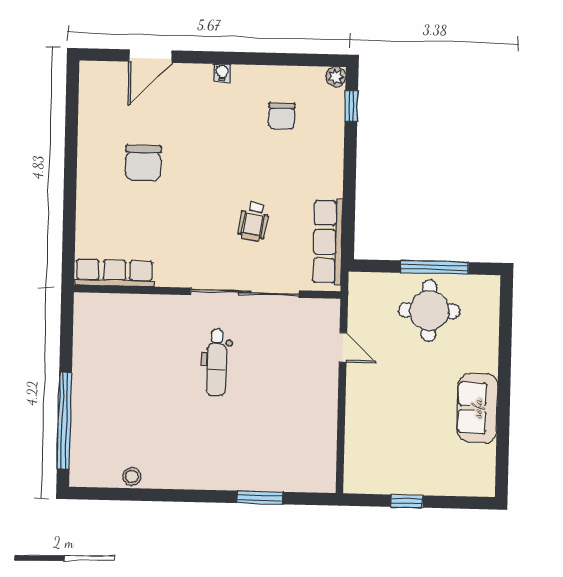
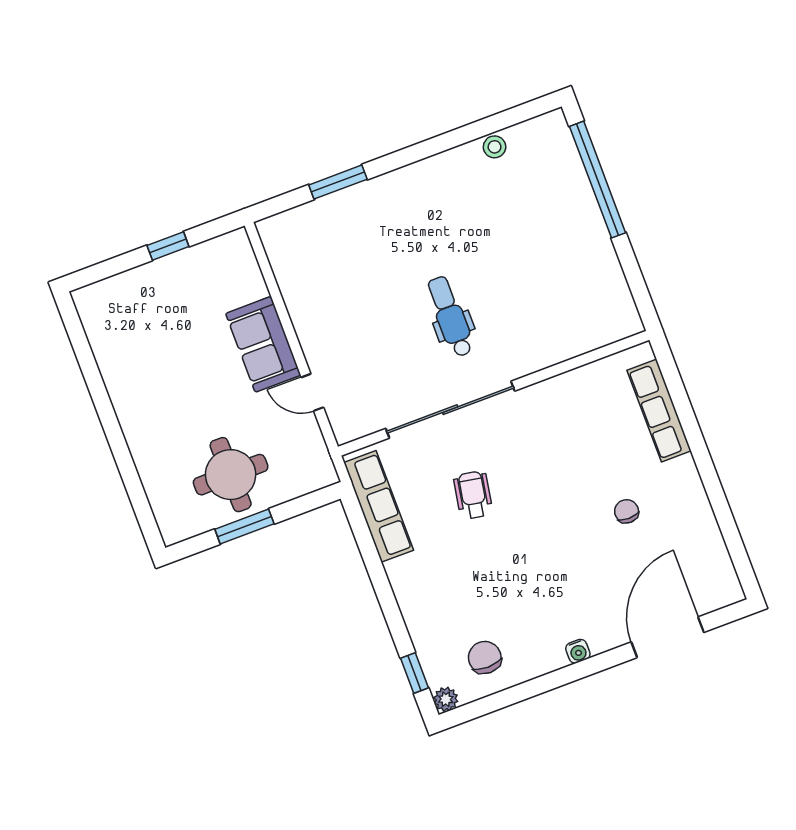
door: (151, 56) -> (668, 637), width x1.36
chair: (282, 116) -> (485, 657), moved
chair: (143, 163) -> (627, 511), width x0.54, depth x0.54
window: (435, 267) -> (244, 526), width x0.69
row of seats: (114, 273) -> (659, 411), moved, turned 90
sofa: (477, 408) -> (263, 344), moved, turned 180

